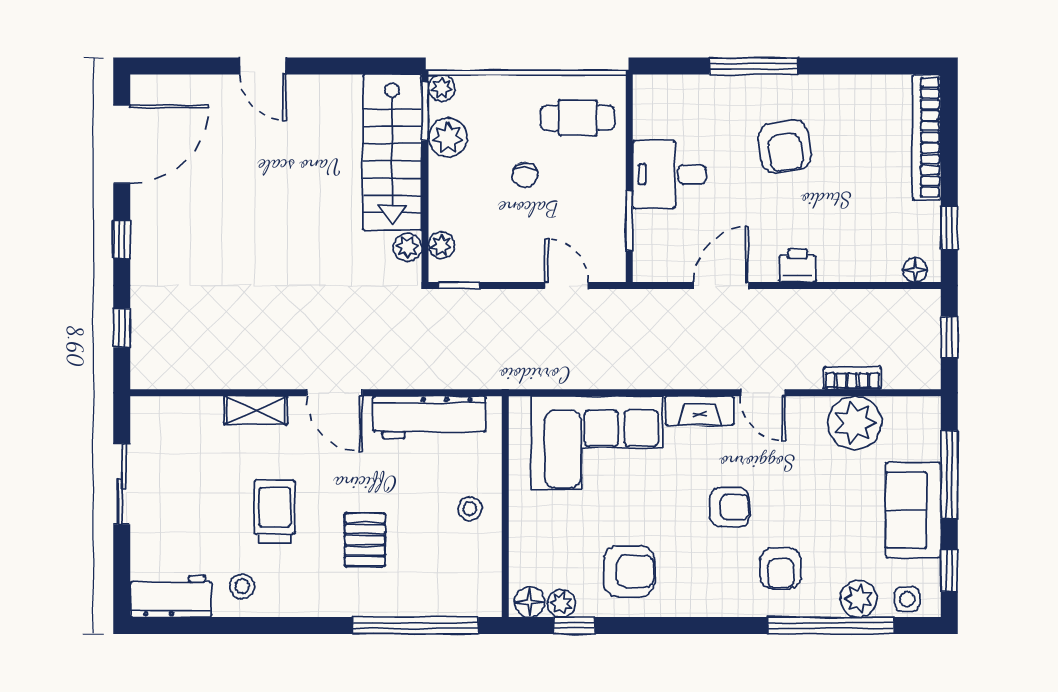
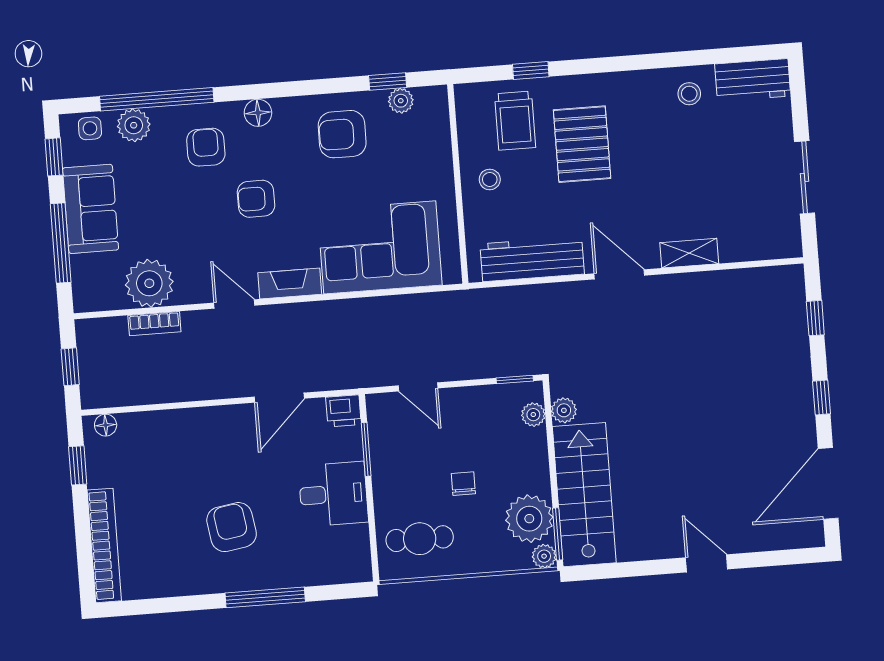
plant: (448, 138) -> (529, 519), width x1.36, depth x1.36
printer: (798, 265) -> (343, 411), moved
trolley: (275, 512) -> (515, 121), moved
pallet: (365, 540) -> (582, 144), width x1.50, depth x1.42
floor lamp: (530, 602) -> (258, 113), moved
window: (415, 626) -> (531, 71), width x0.32

